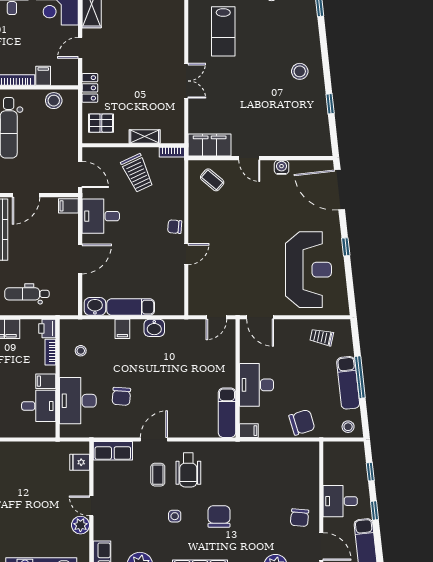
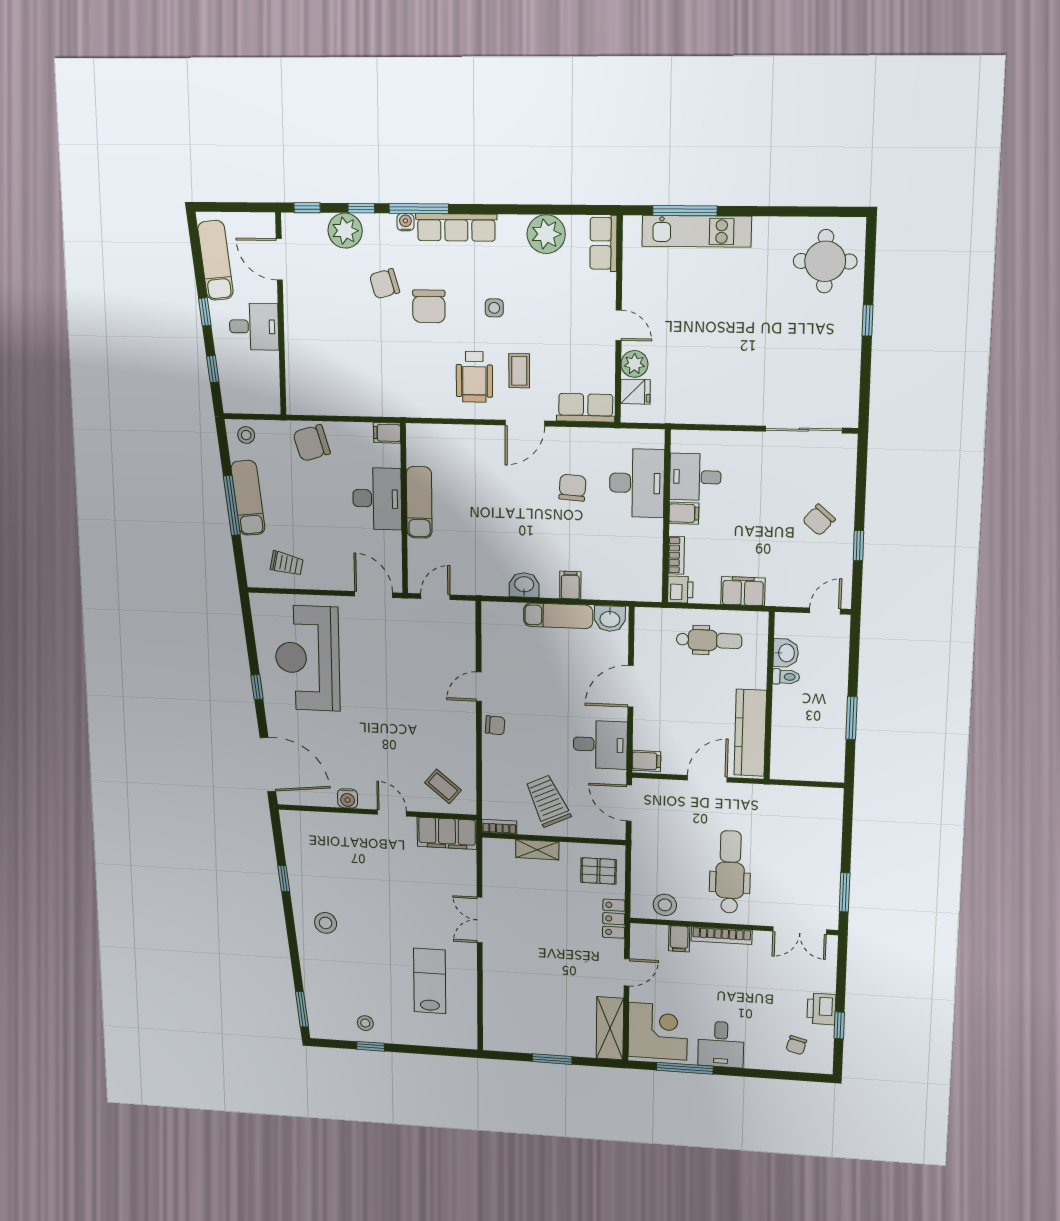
stool: (81, 351) -> (631, 556), removed
exam couch: (227, 413) -> (419, 502), moved
wheelchair: (188, 470) -> (474, 377), turned 180
chair: (300, 518) -> (384, 284), moved, turned -111
plant: (80, 525) -> (634, 364), moved

